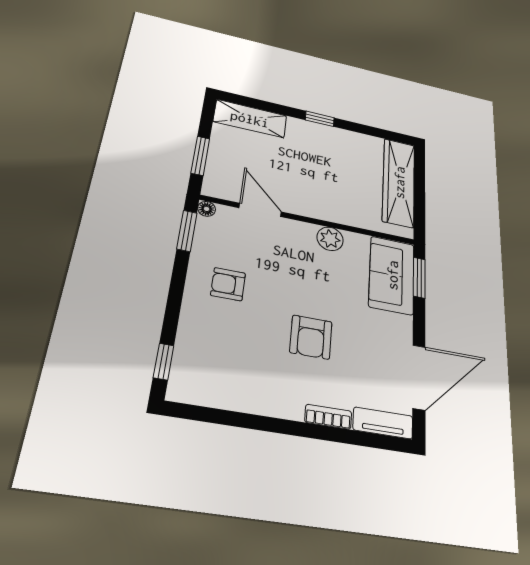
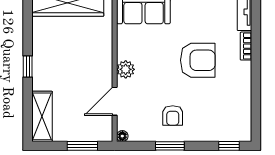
window: (187, 231) -> (170, 146), moved
plant: (330, 239) -> (126, 69), moved
armchair: (311, 337) -> (198, 60), width x1.36, depth x1.36

